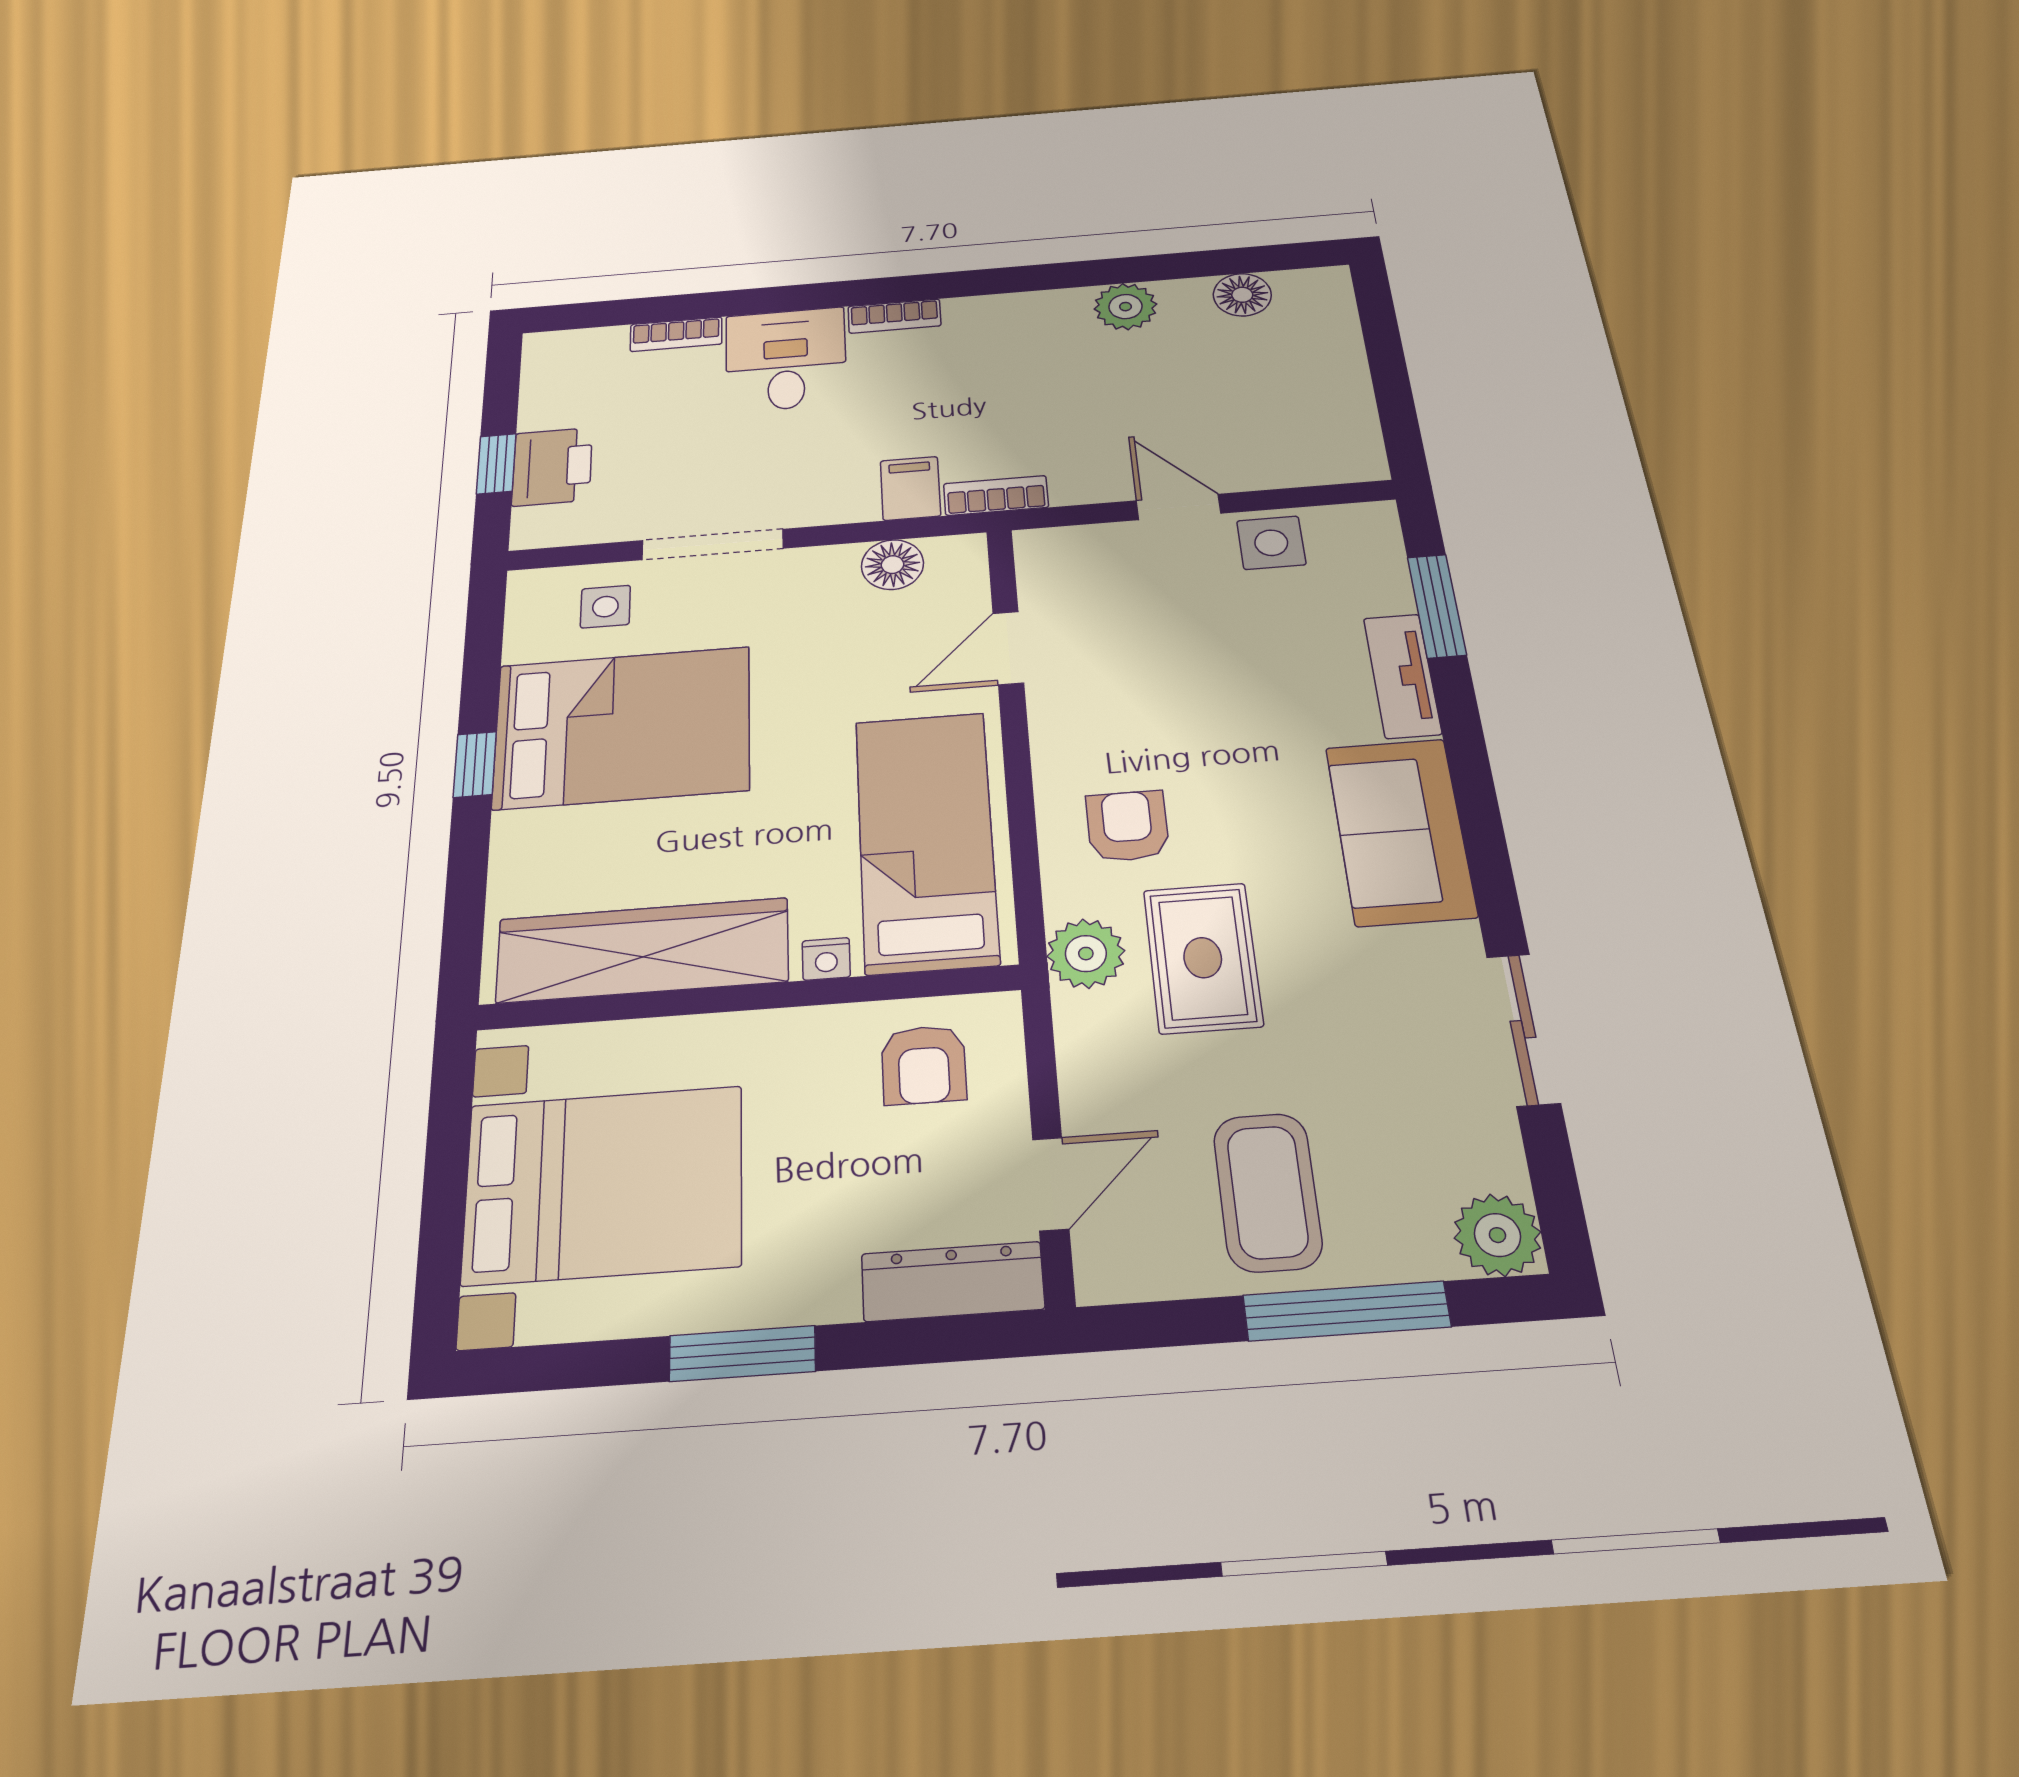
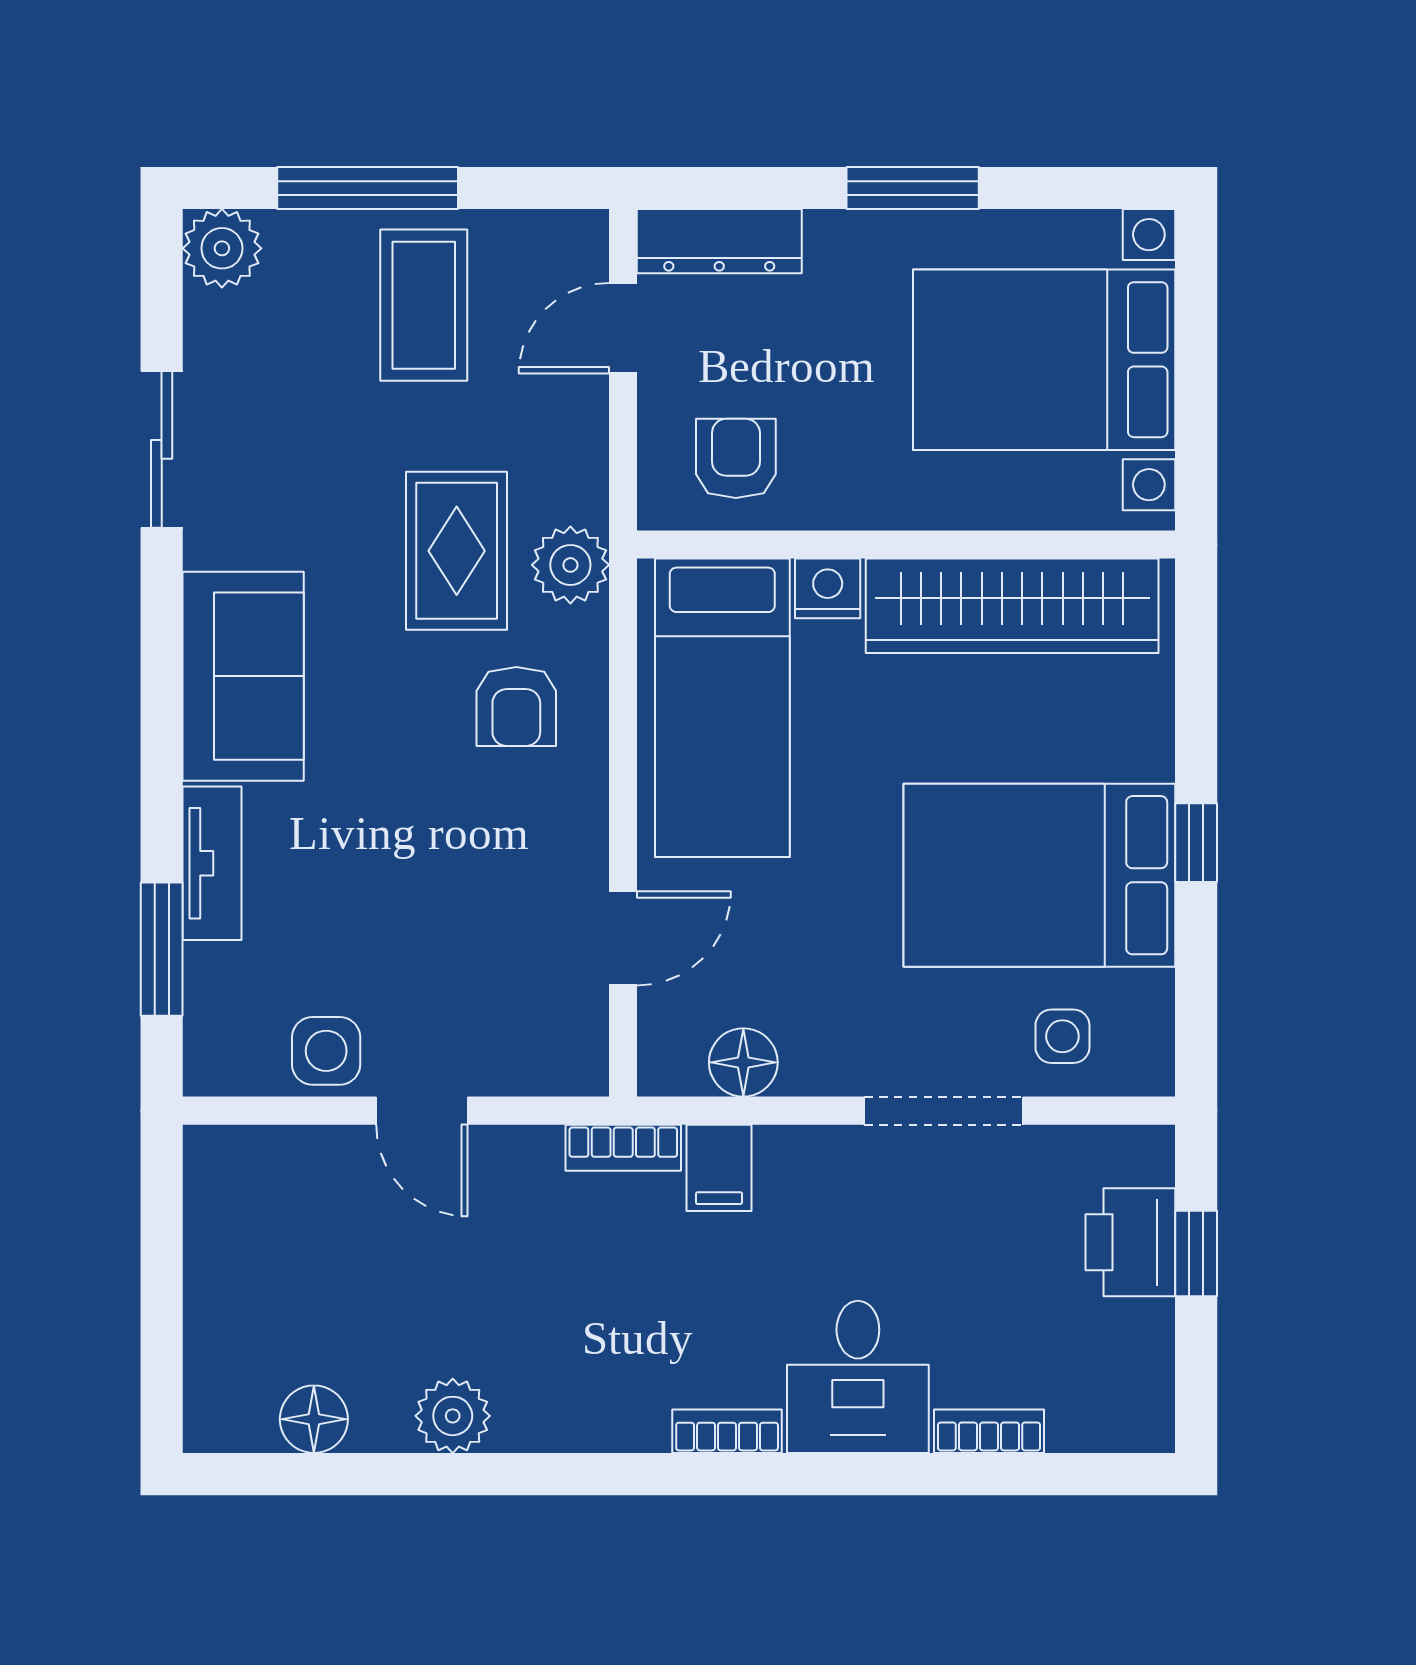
nightstand: (826, 959) -> (828, 588), width x1.39, depth x1.35

